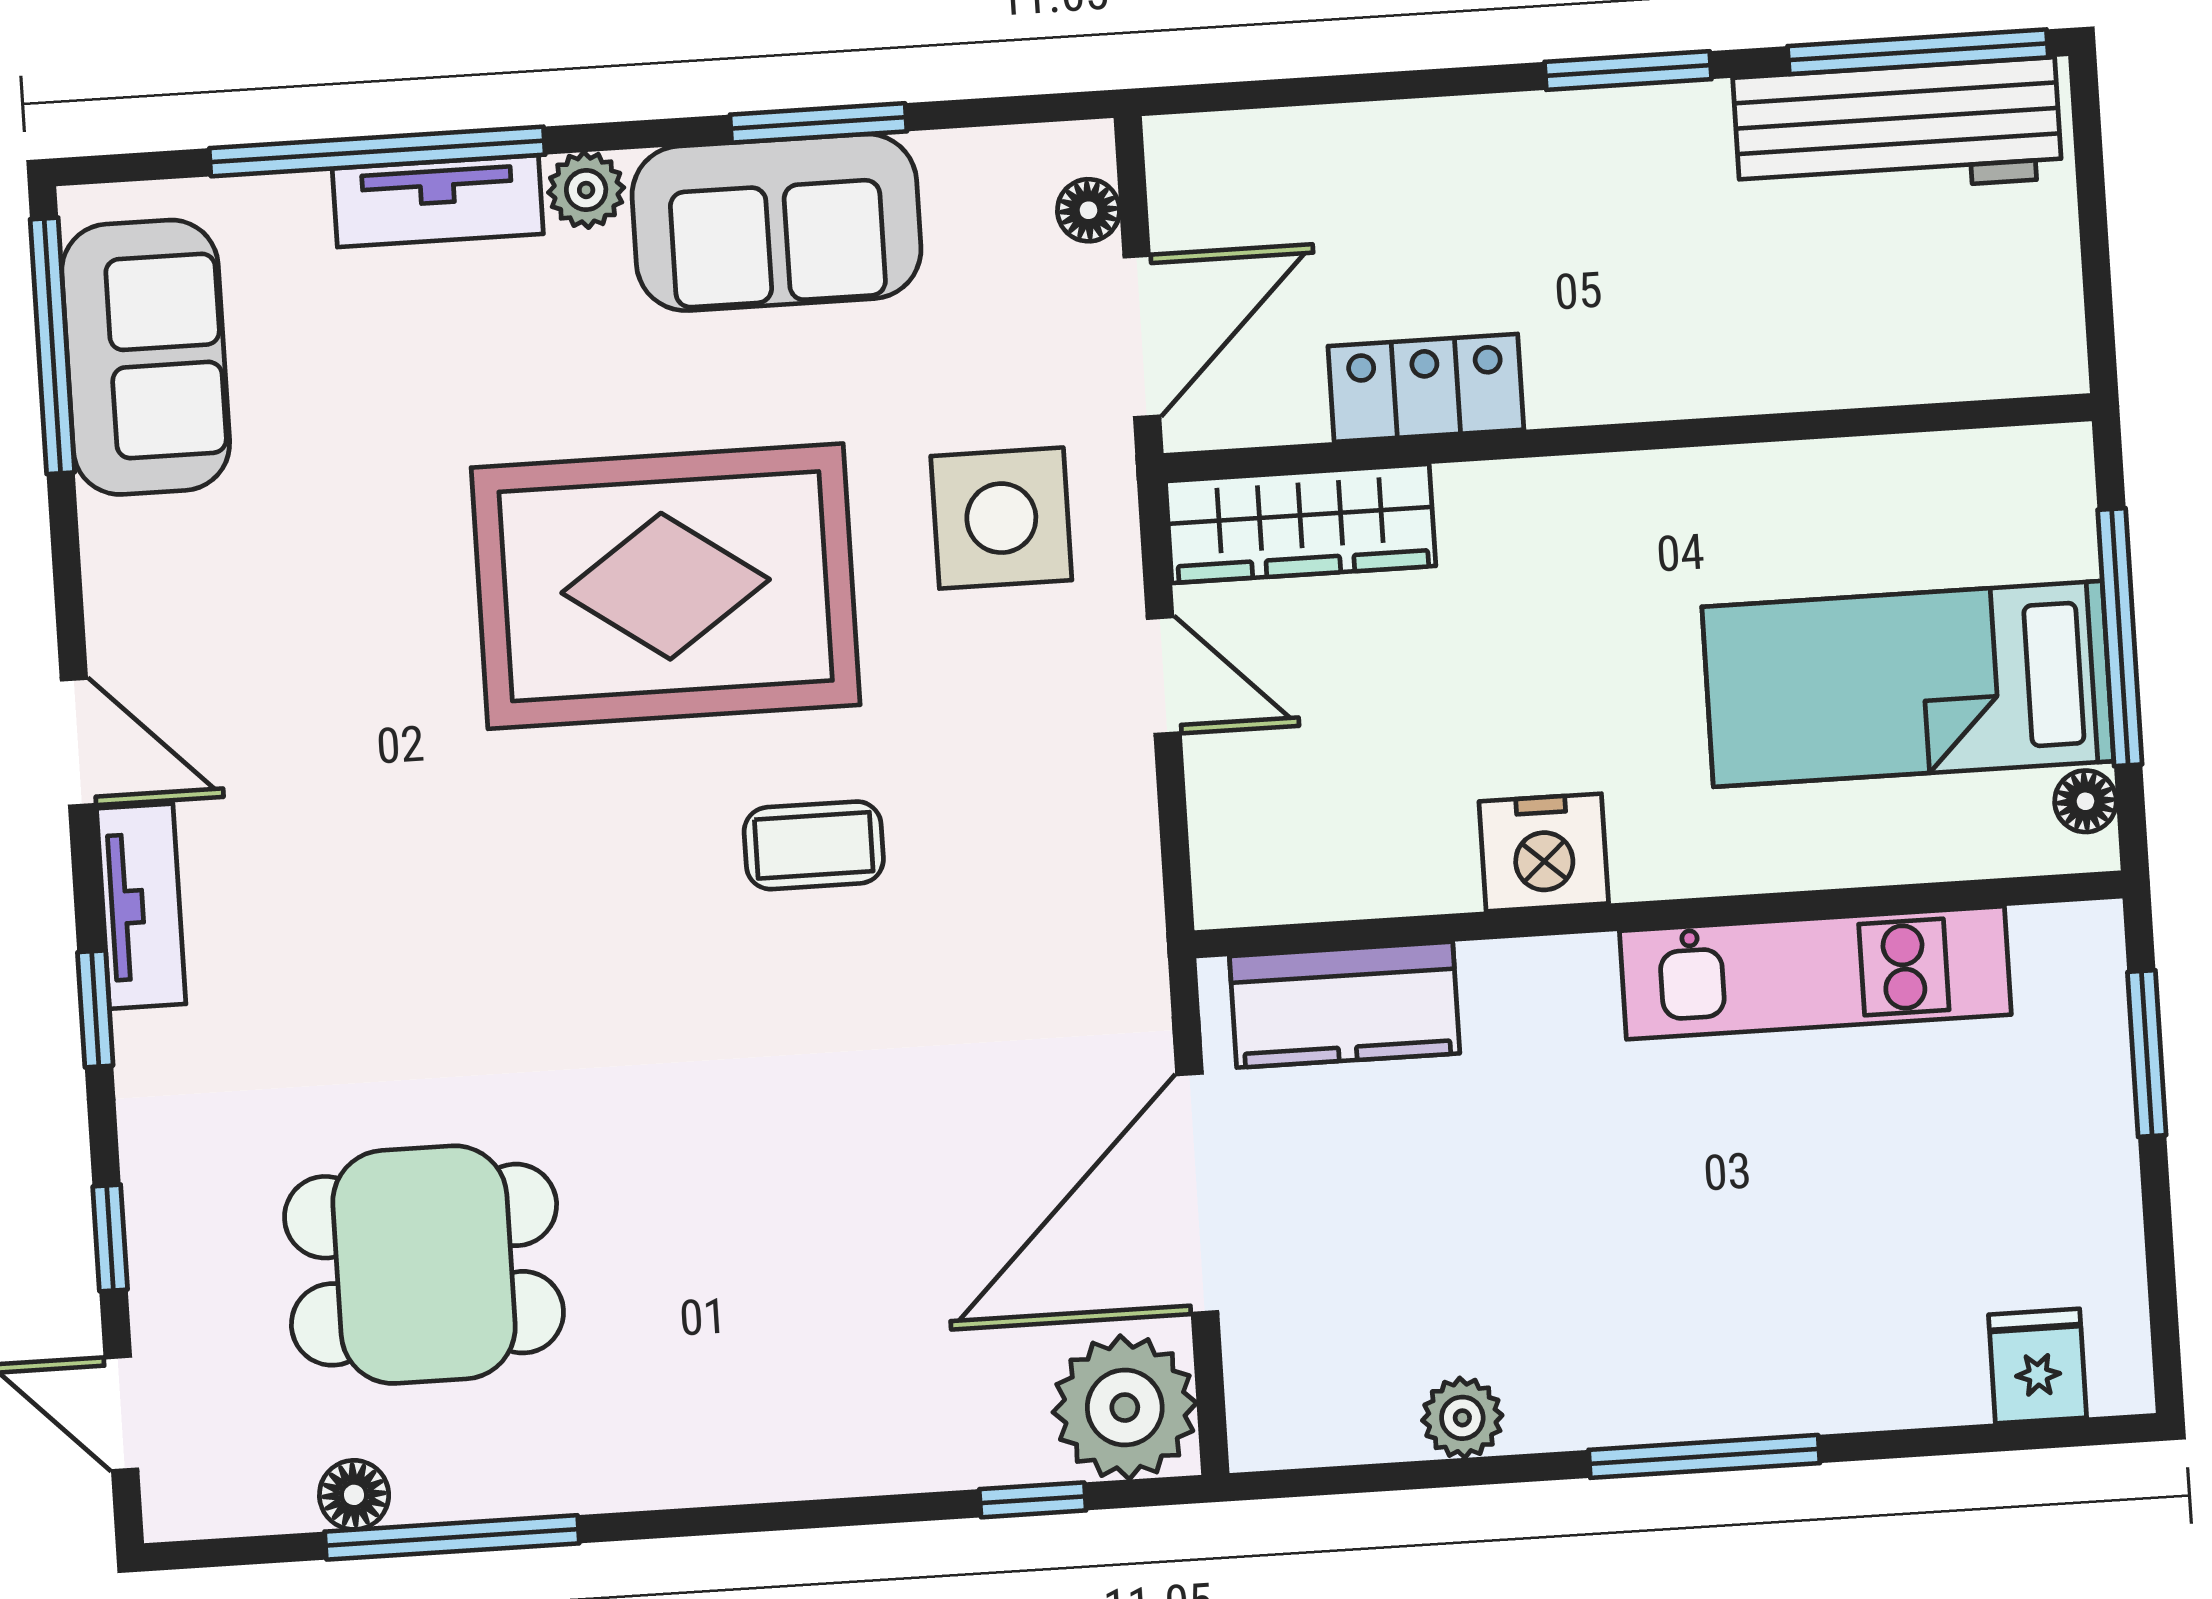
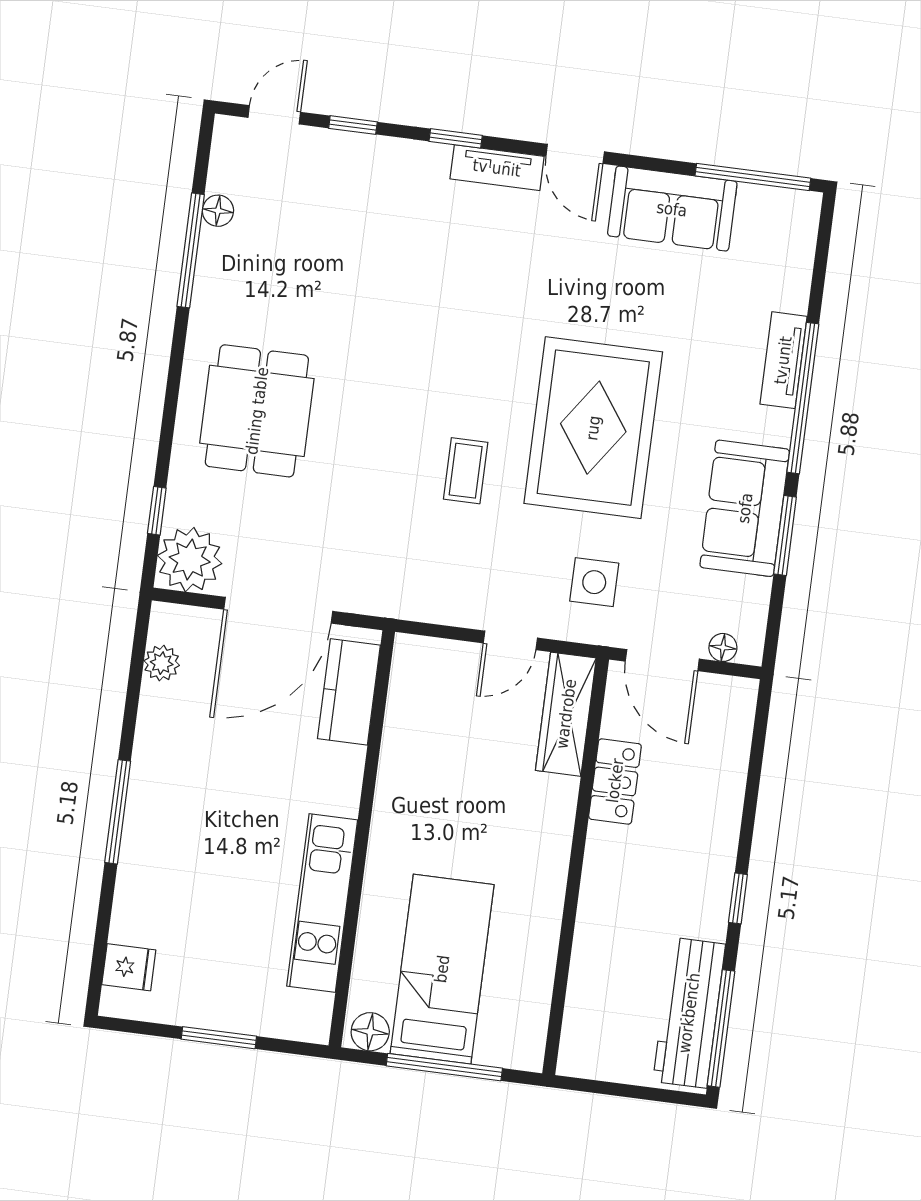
window: (1628, 71) -> (738, 898), width x0.67
window: (377, 151) -> (803, 398), moved
plant: (586, 190) -> (776, 427), removed
sofa: (146, 357) -> (672, 209), moved
side table: (1001, 518) -> (594, 582), width x0.73, depth x0.73
door: (78, 742) -> (575, 154), hinge flipped
floor lamp: (2085, 801) -> (370, 1032), width x1.37, depth x1.37
nightstand: (1544, 852) -> (399, 793), removed
window: (2147, 1054) -> (219, 1038), moved
door: (1197, 1193) -> (278, 610), swing flipped
dining table: (424, 1265) -> (257, 411), moved
plant: (1462, 1418) -> (162, 663), moved

